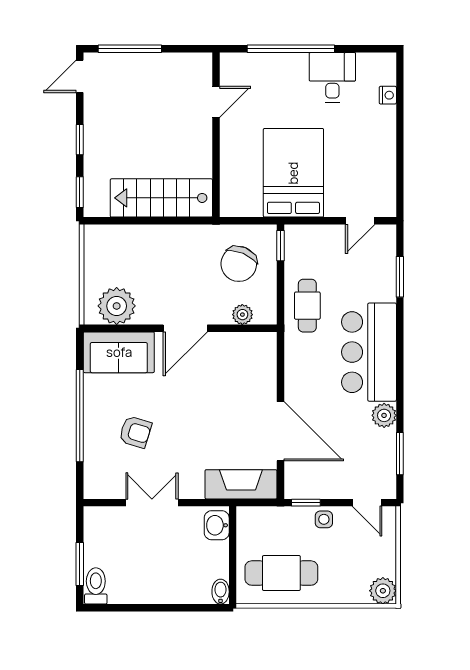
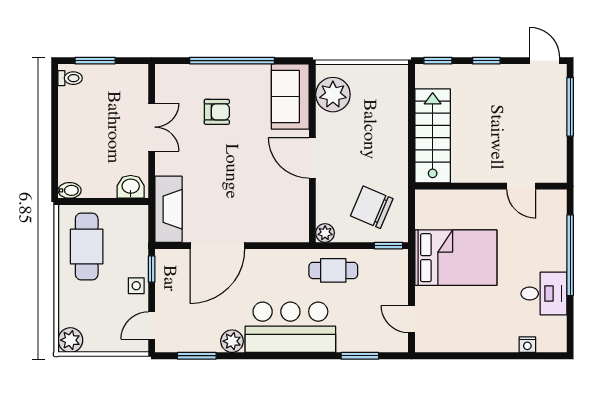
plant: (242, 315) -> (325, 233), moved
armchair: (135, 432) -> (217, 112), turned -107
toilet: (96, 586) -> (70, 78), width x0.73, depth x0.72

